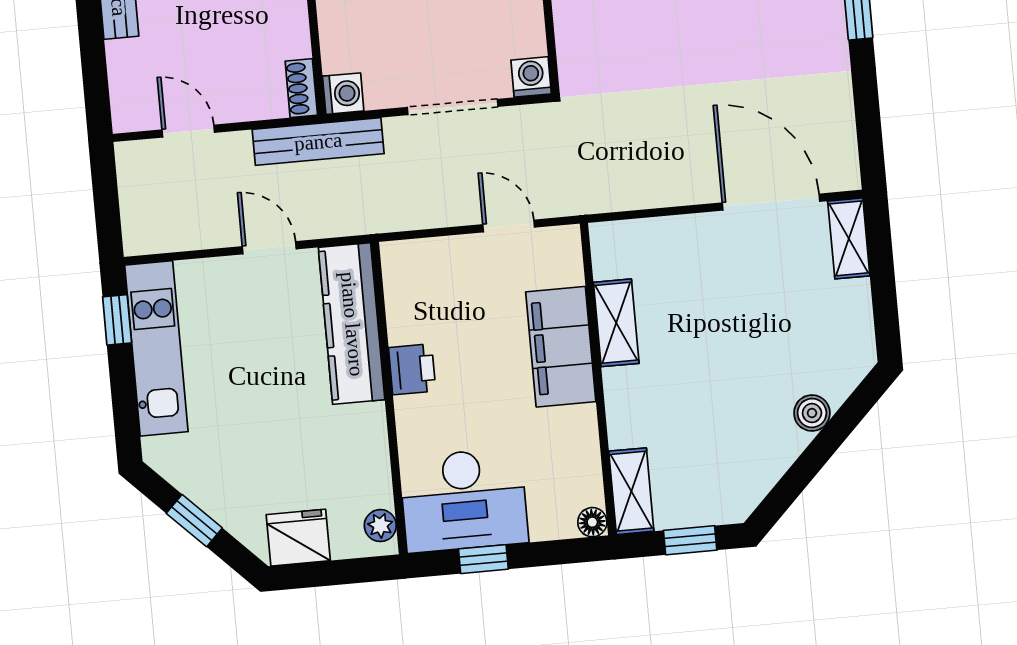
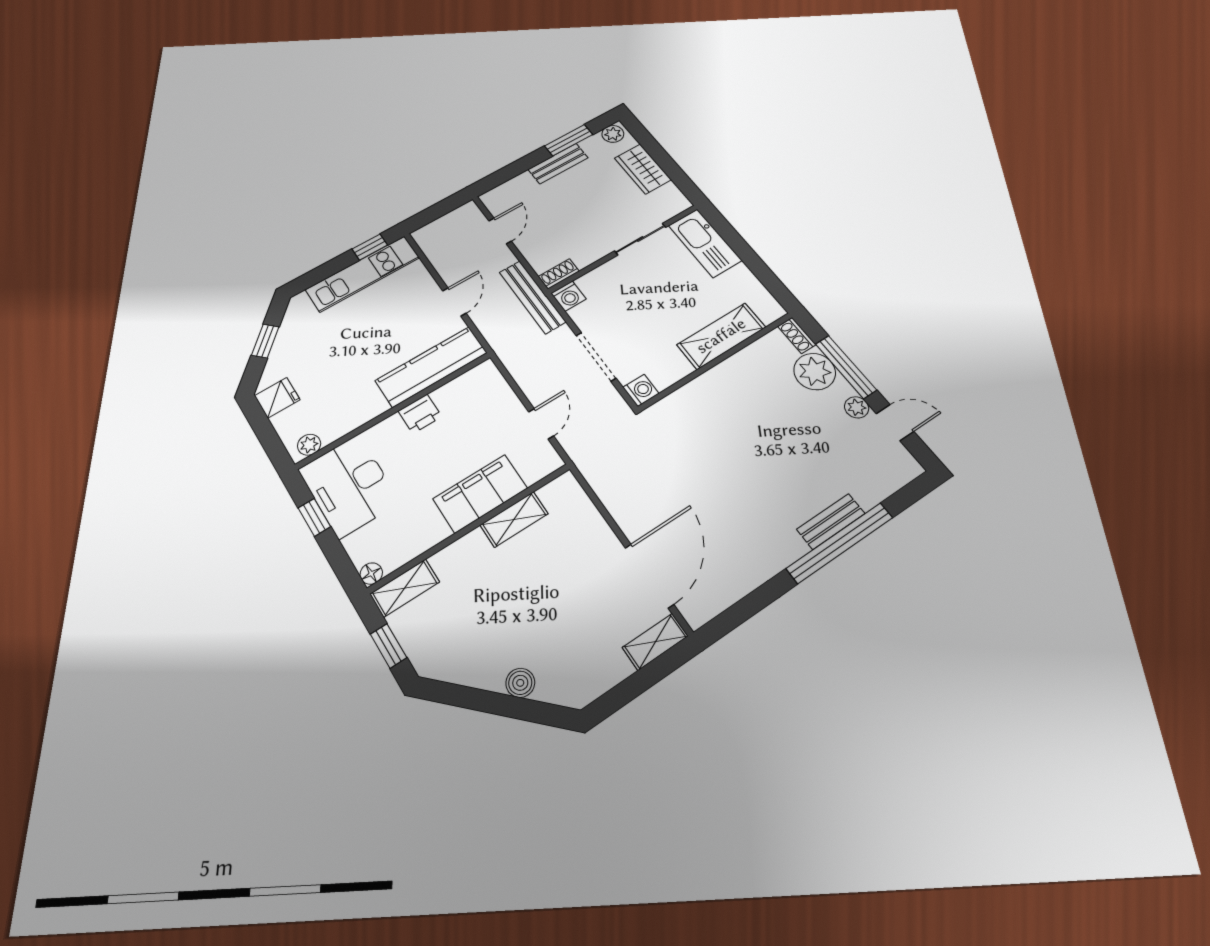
fridge: (298, 538) -> (277, 398), width x0.72

